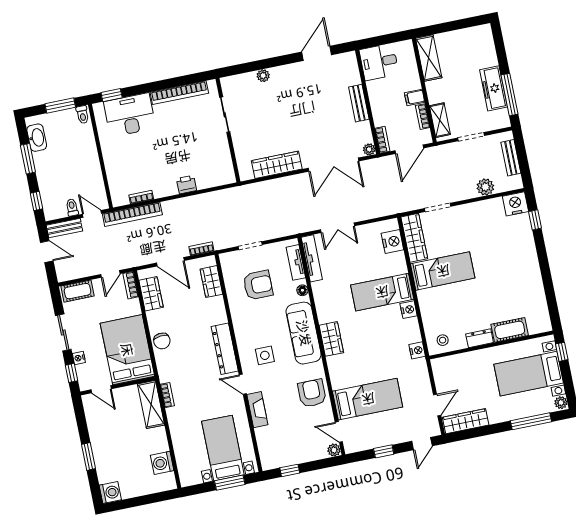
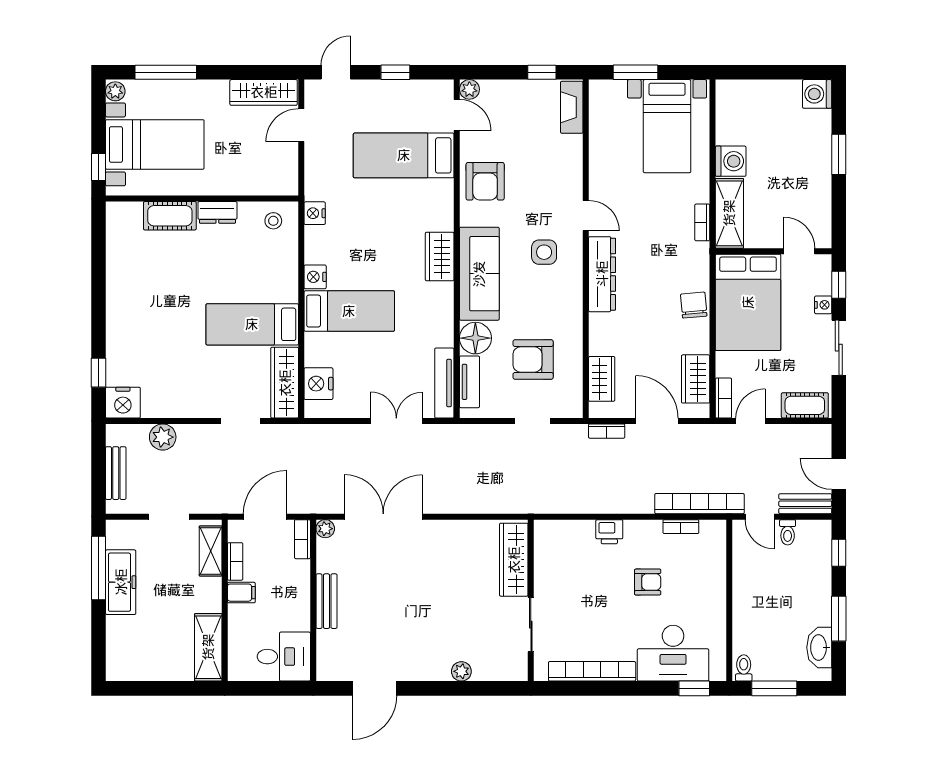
armchair: (155, 157) -> (648, 582), added
wardrobe: (277, 165) -> (514, 560), moved, turned 90
floor lamp: (302, 290) -> (475, 338), width x1.89, depth x1.89
fireplace: (257, 410) -> (572, 107), moved
bed with nightstands: (223, 448) -> (667, 126), moved
washing machine: (162, 463) -> (731, 161), moved

